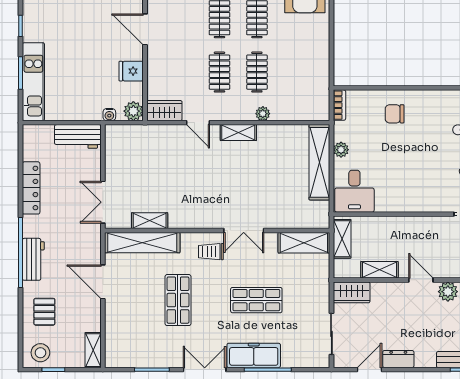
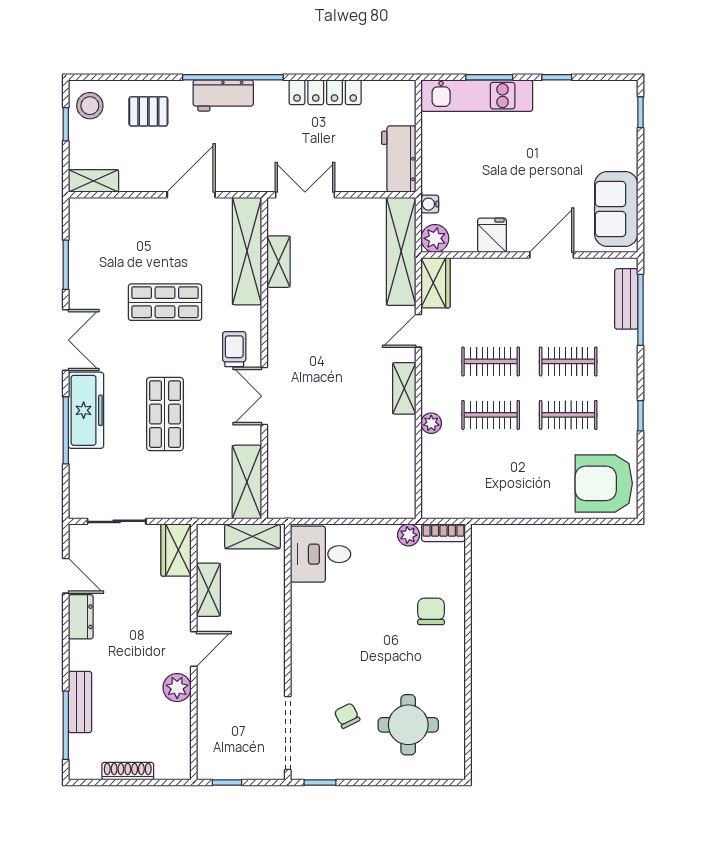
plant: (341, 150) -> (409, 535), moved
shelving: (319, 162) -> (401, 251), moved, turned 90

